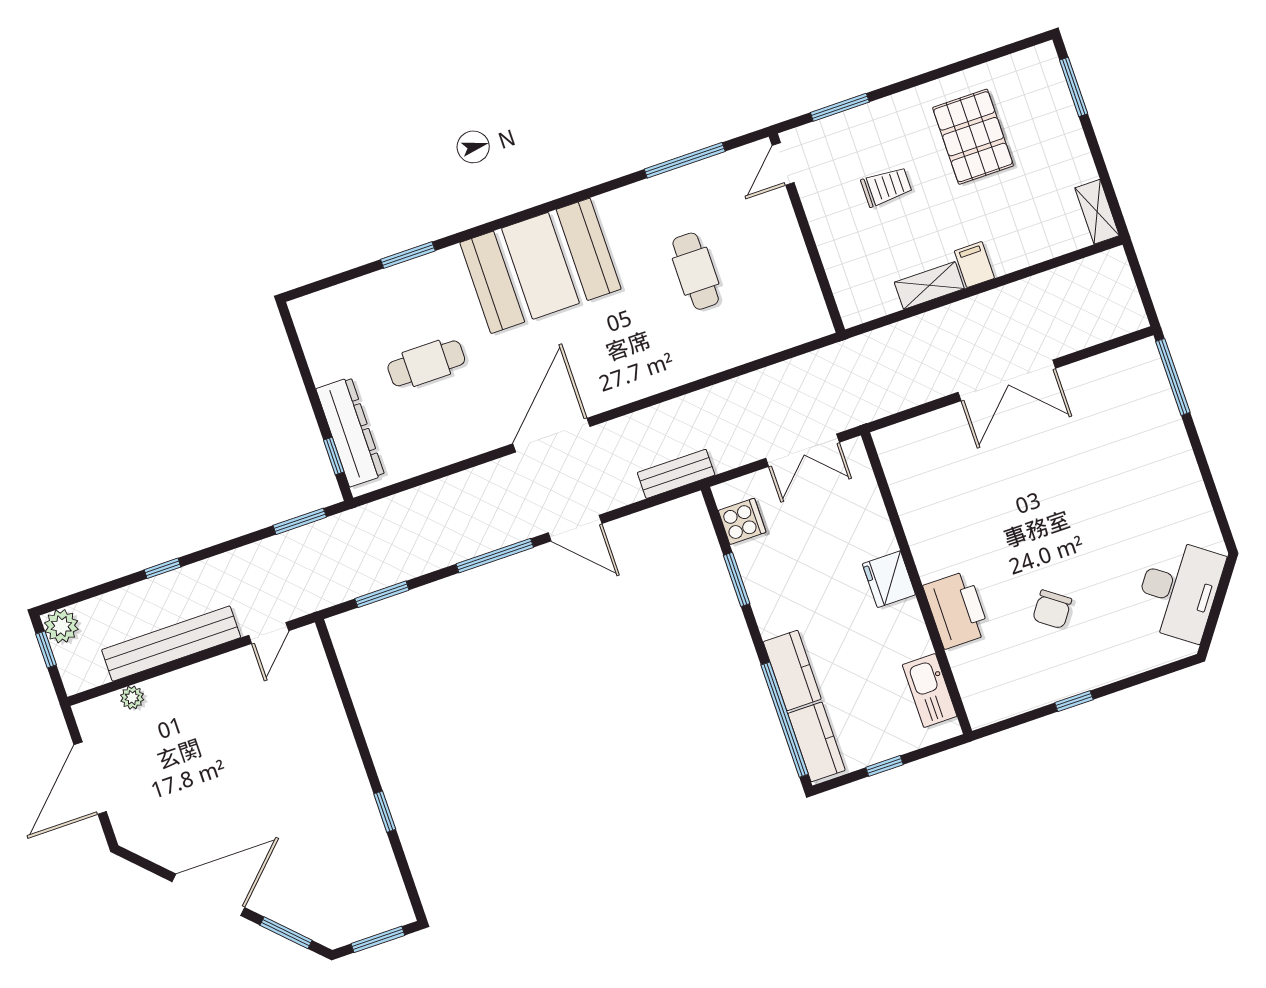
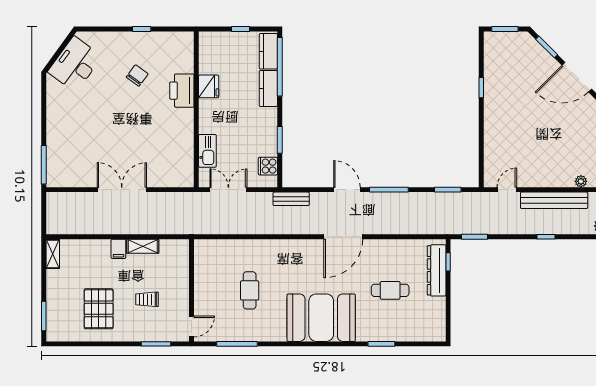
fridge: (889, 579) -> (209, 86), moved
kitchen sink: (930, 691) -> (207, 151), moved

